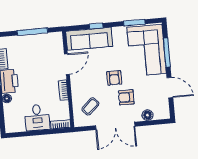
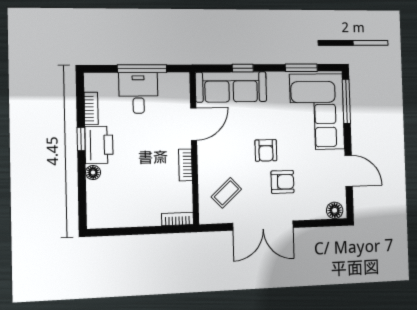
window: (167, 53) -> (346, 101), moved
armchair: (126, 97) -> (282, 182), turned 180
floor lamp: (148, 115) -> (335, 210), moved
desk: (37, 118) -> (138, 93), moved, turned 180

